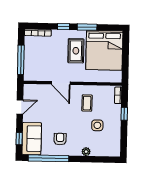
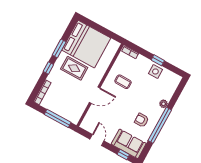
window: (124, 114) -> (158, 60), moved
side table: (97, 125) -> (155, 71), moved
window: (49, 158) -> (160, 125), moved

